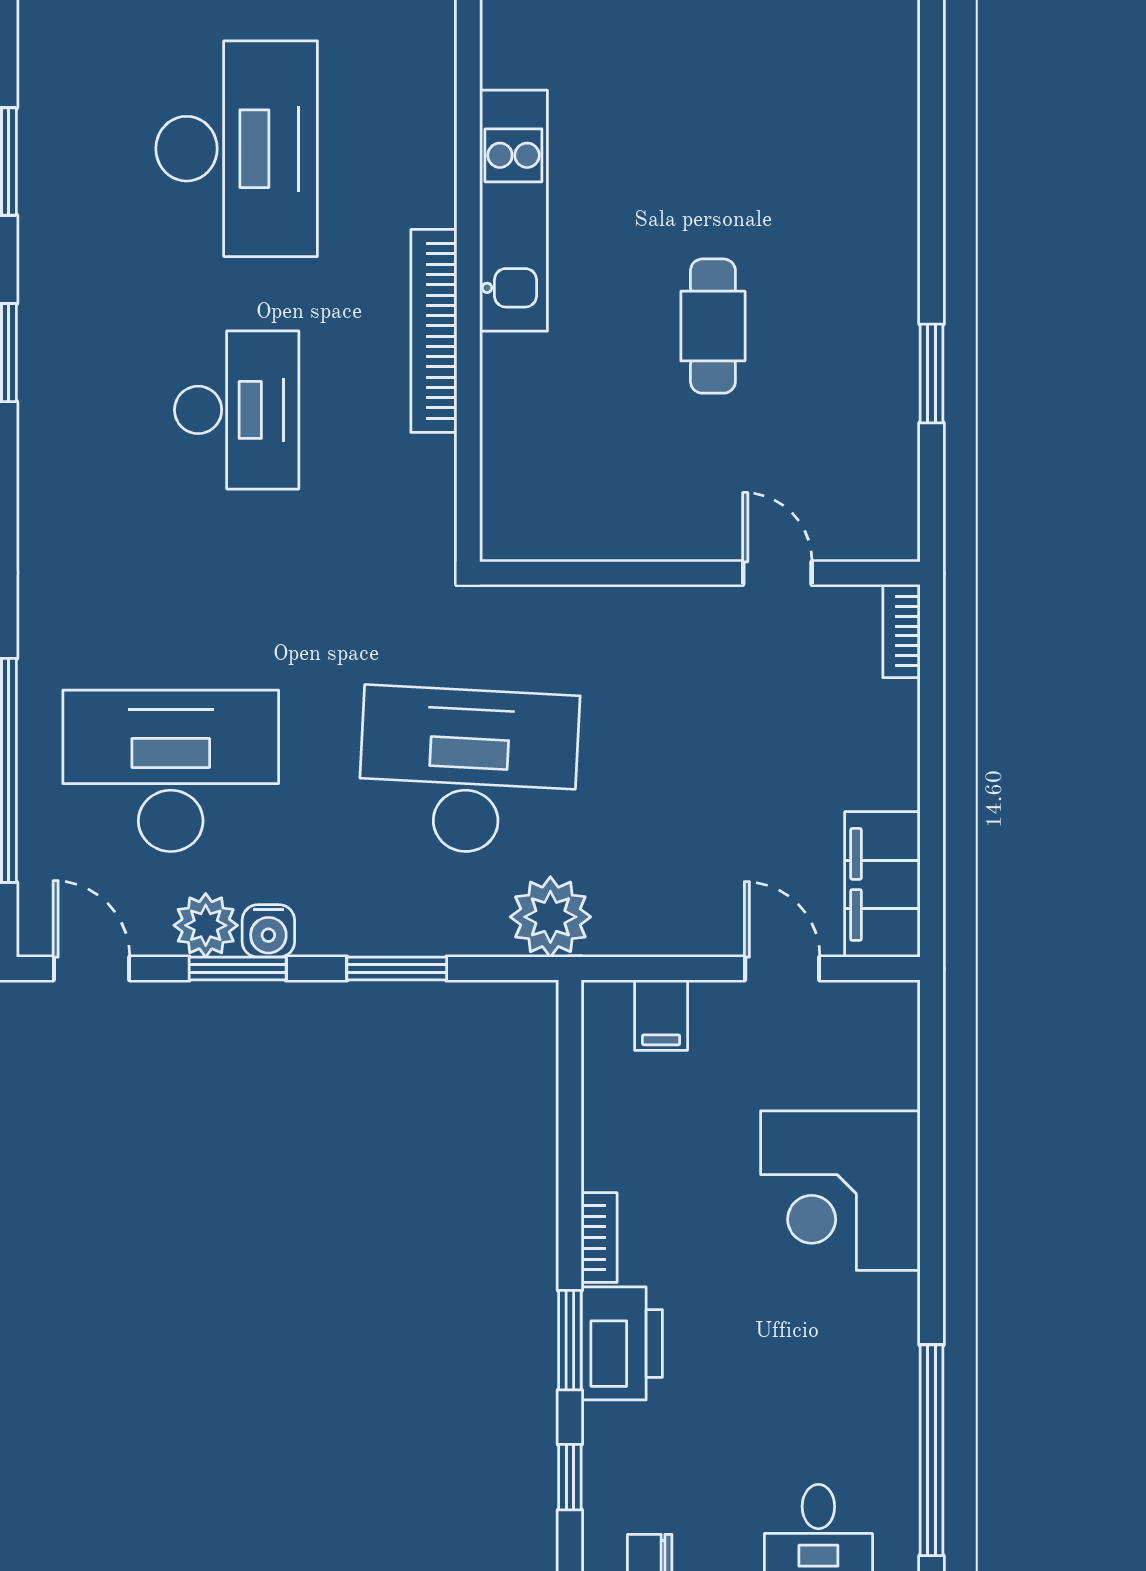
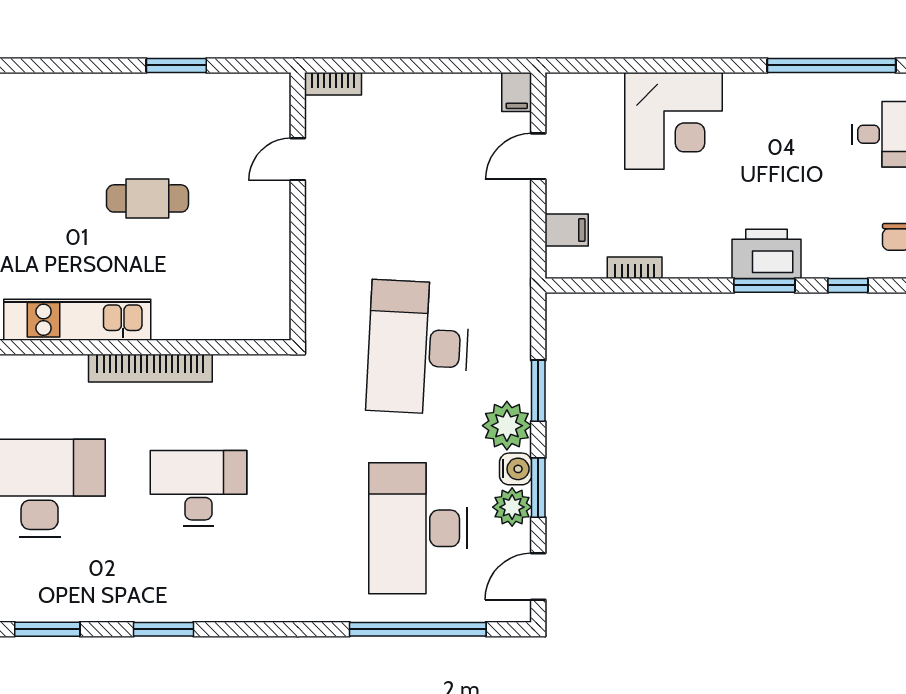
filing cabinet: (882, 884) -> (517, 92), width x0.33, depth x0.86
plant: (550, 917) -> (507, 426), moved
bookcase: (599, 1238) -> (635, 268), moved

